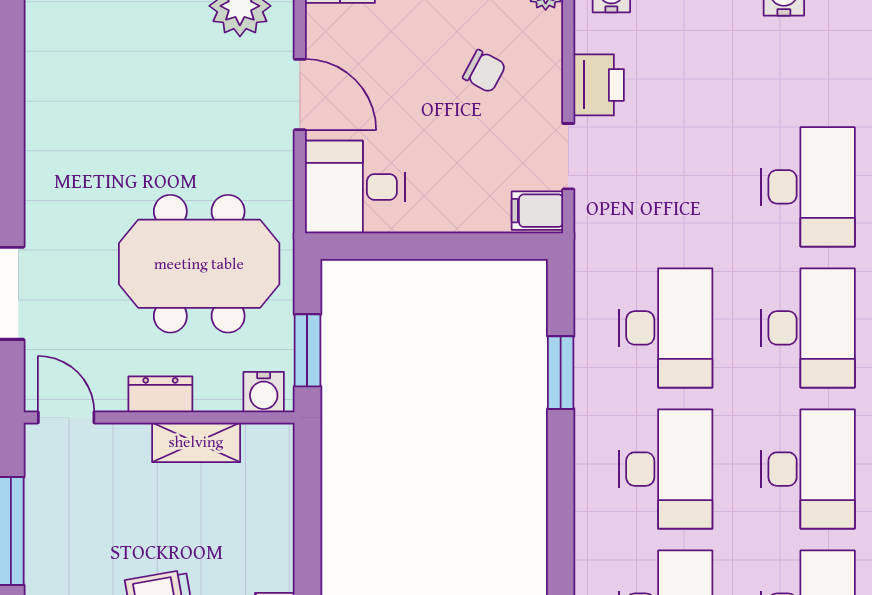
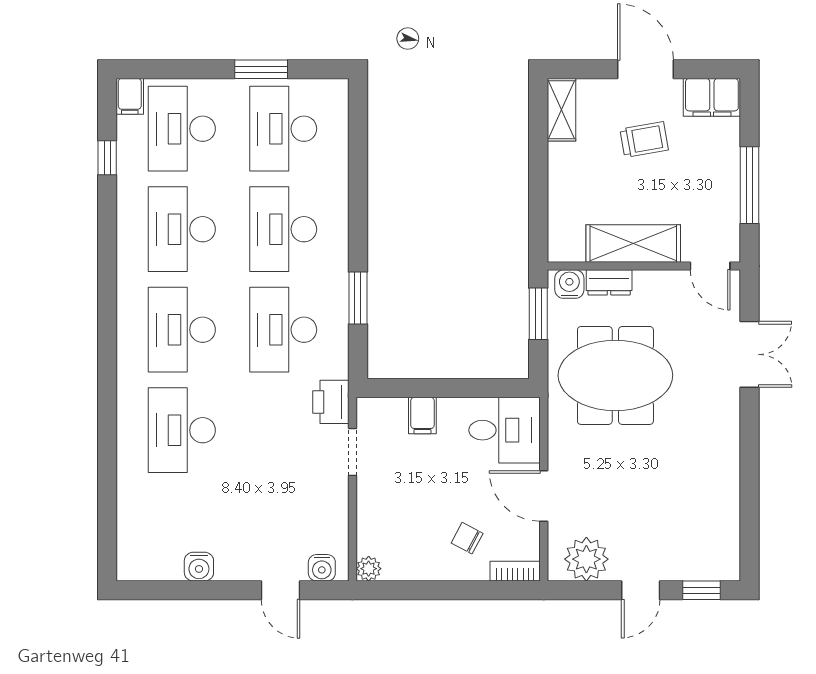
chair: (484, 71) -> (467, 538), moved
printer: (599, 85) -> (331, 402), moved
filing cabinet: (537, 211) -> (422, 415), moved, turned 90
dresser: (160, 394) -> (609, 282), moved
shelving: (196, 442) -> (633, 243), width x1.50, depth x1.33

